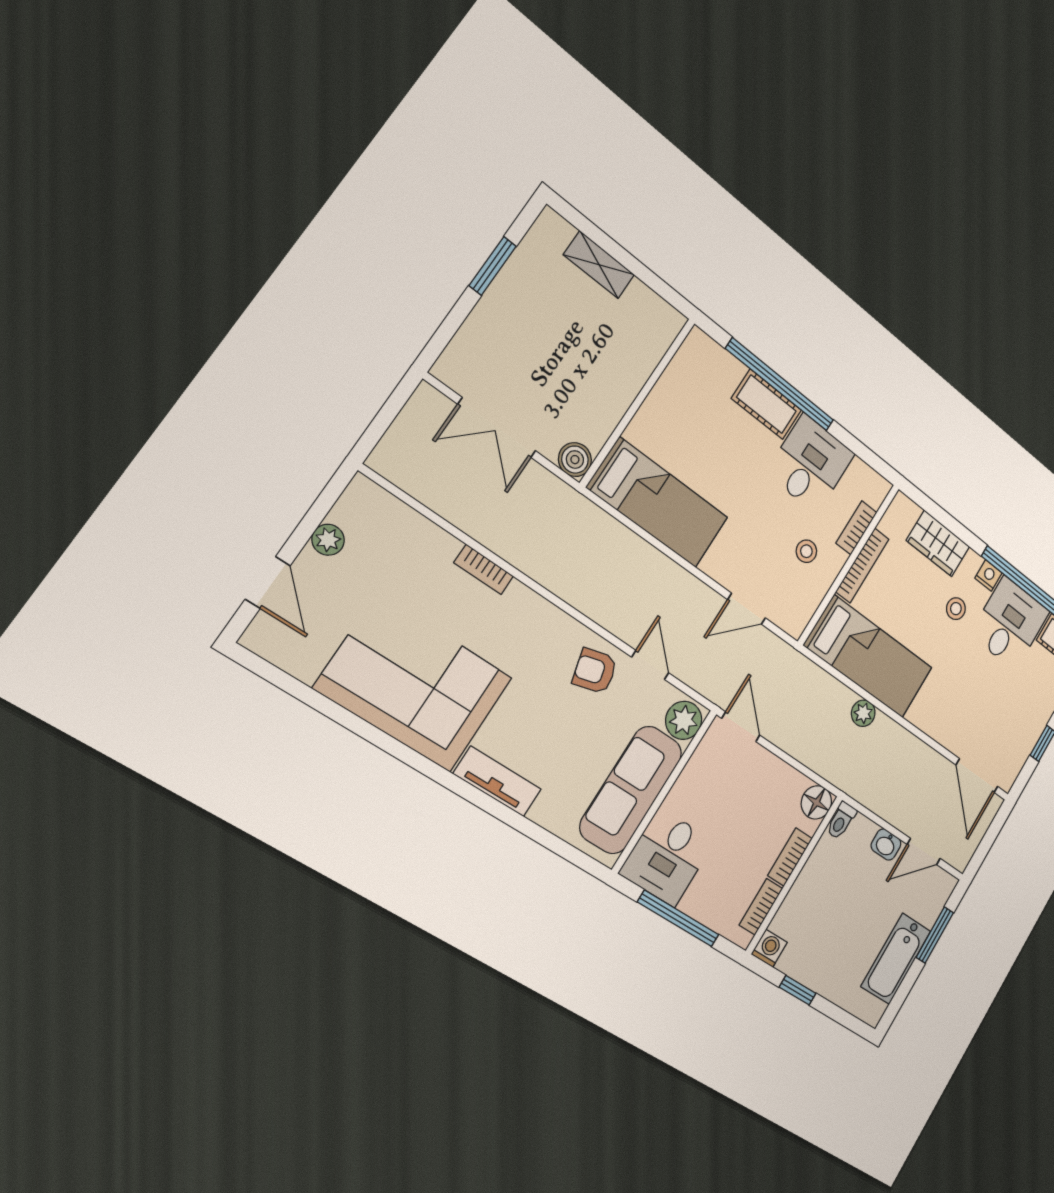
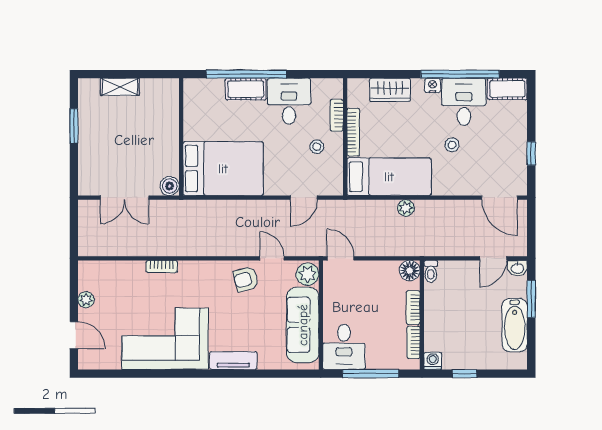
bed: (658, 503) -> (223, 169), width x1.50
stool: (956, 609) -> (452, 145), moved
washbasin: (886, 845) -> (518, 268), moved

